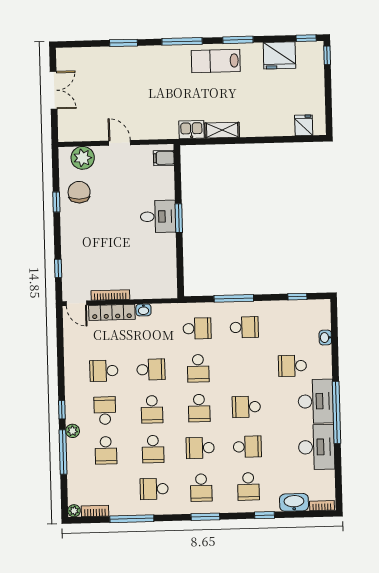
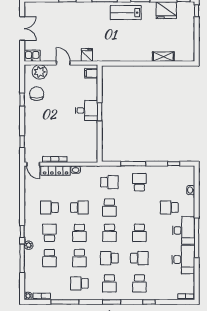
fridge: (304, 125) -> (87, 55), moved
kitchen sink: (191, 130) -> (32, 56), moved
shelving: (222, 130) -> (163, 57), moved
school desk: (244, 327) -> (139, 182), turned -90
school desk: (246, 407) -> (139, 233), turned -90
washbasin: (294, 502) -> (168, 294), removed

